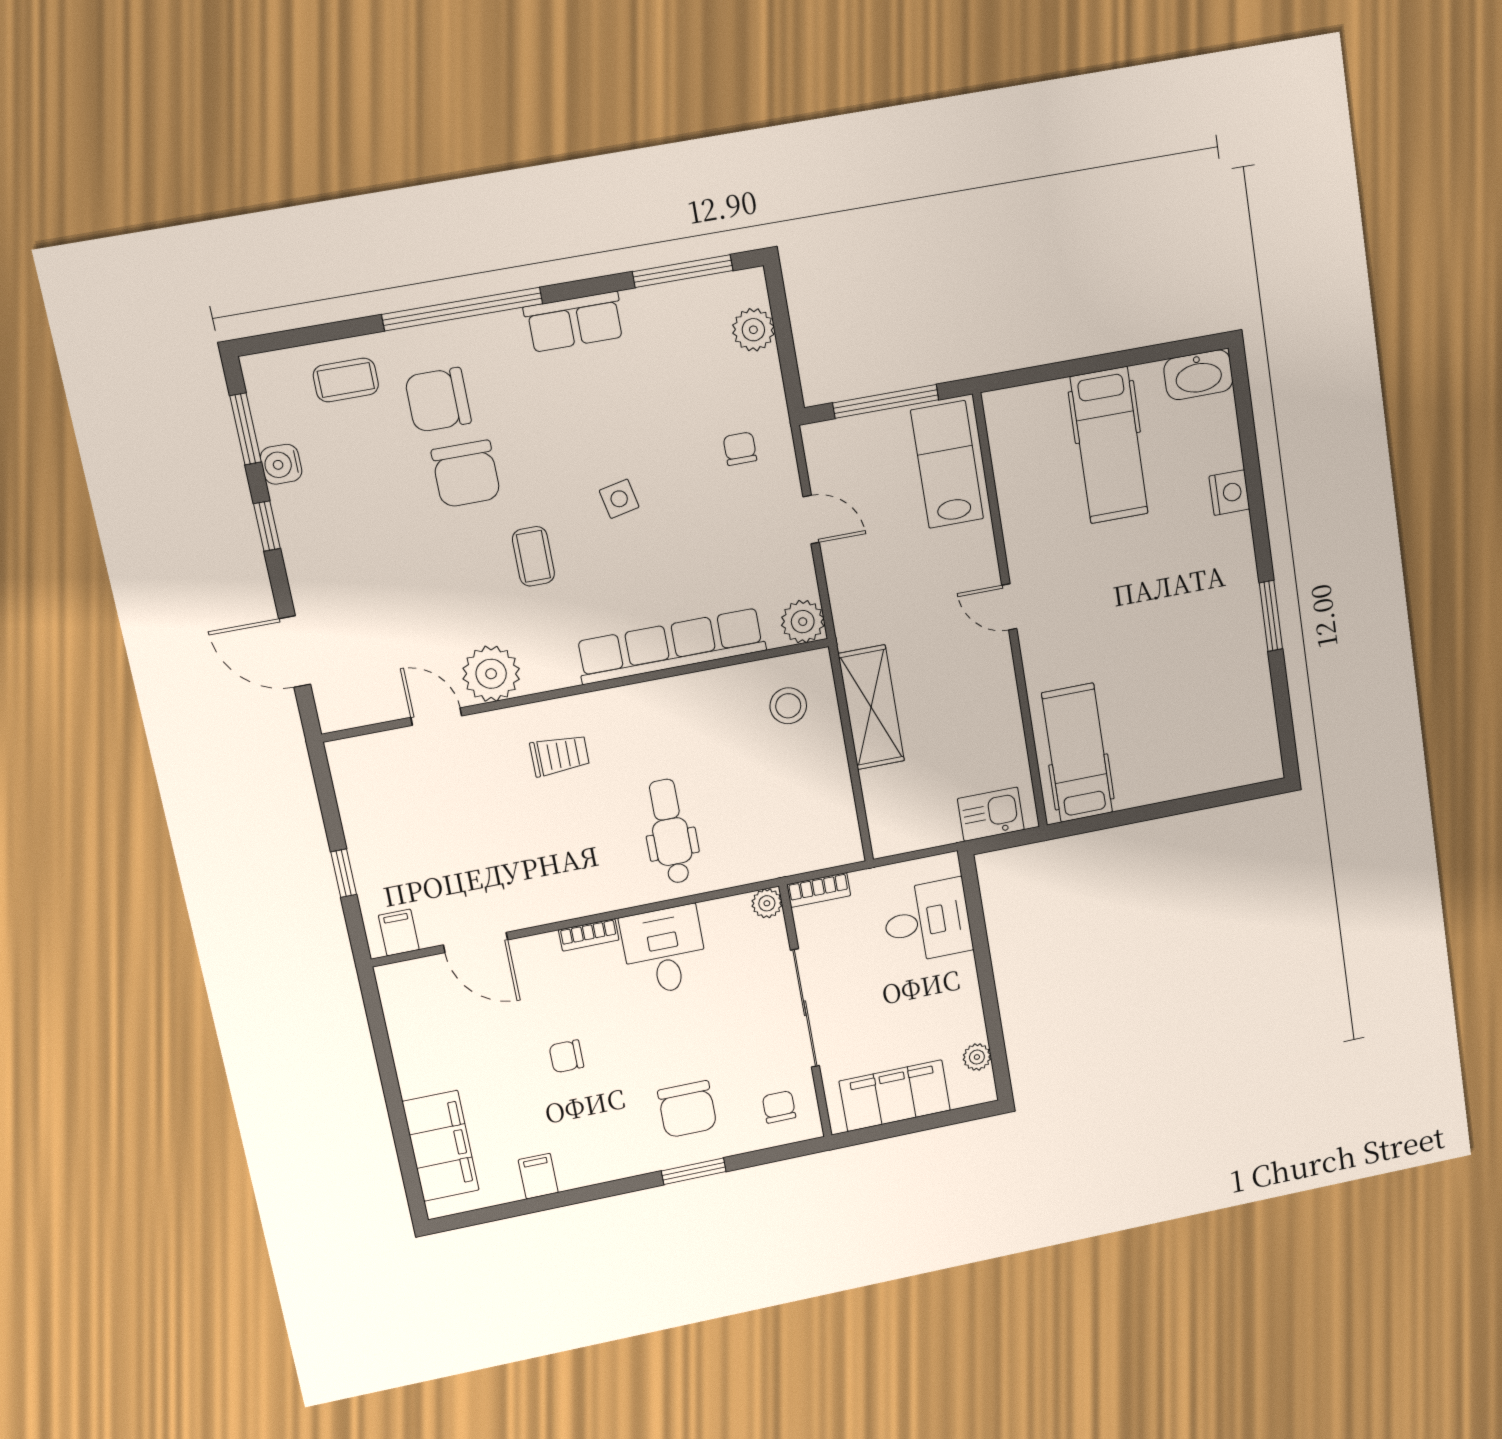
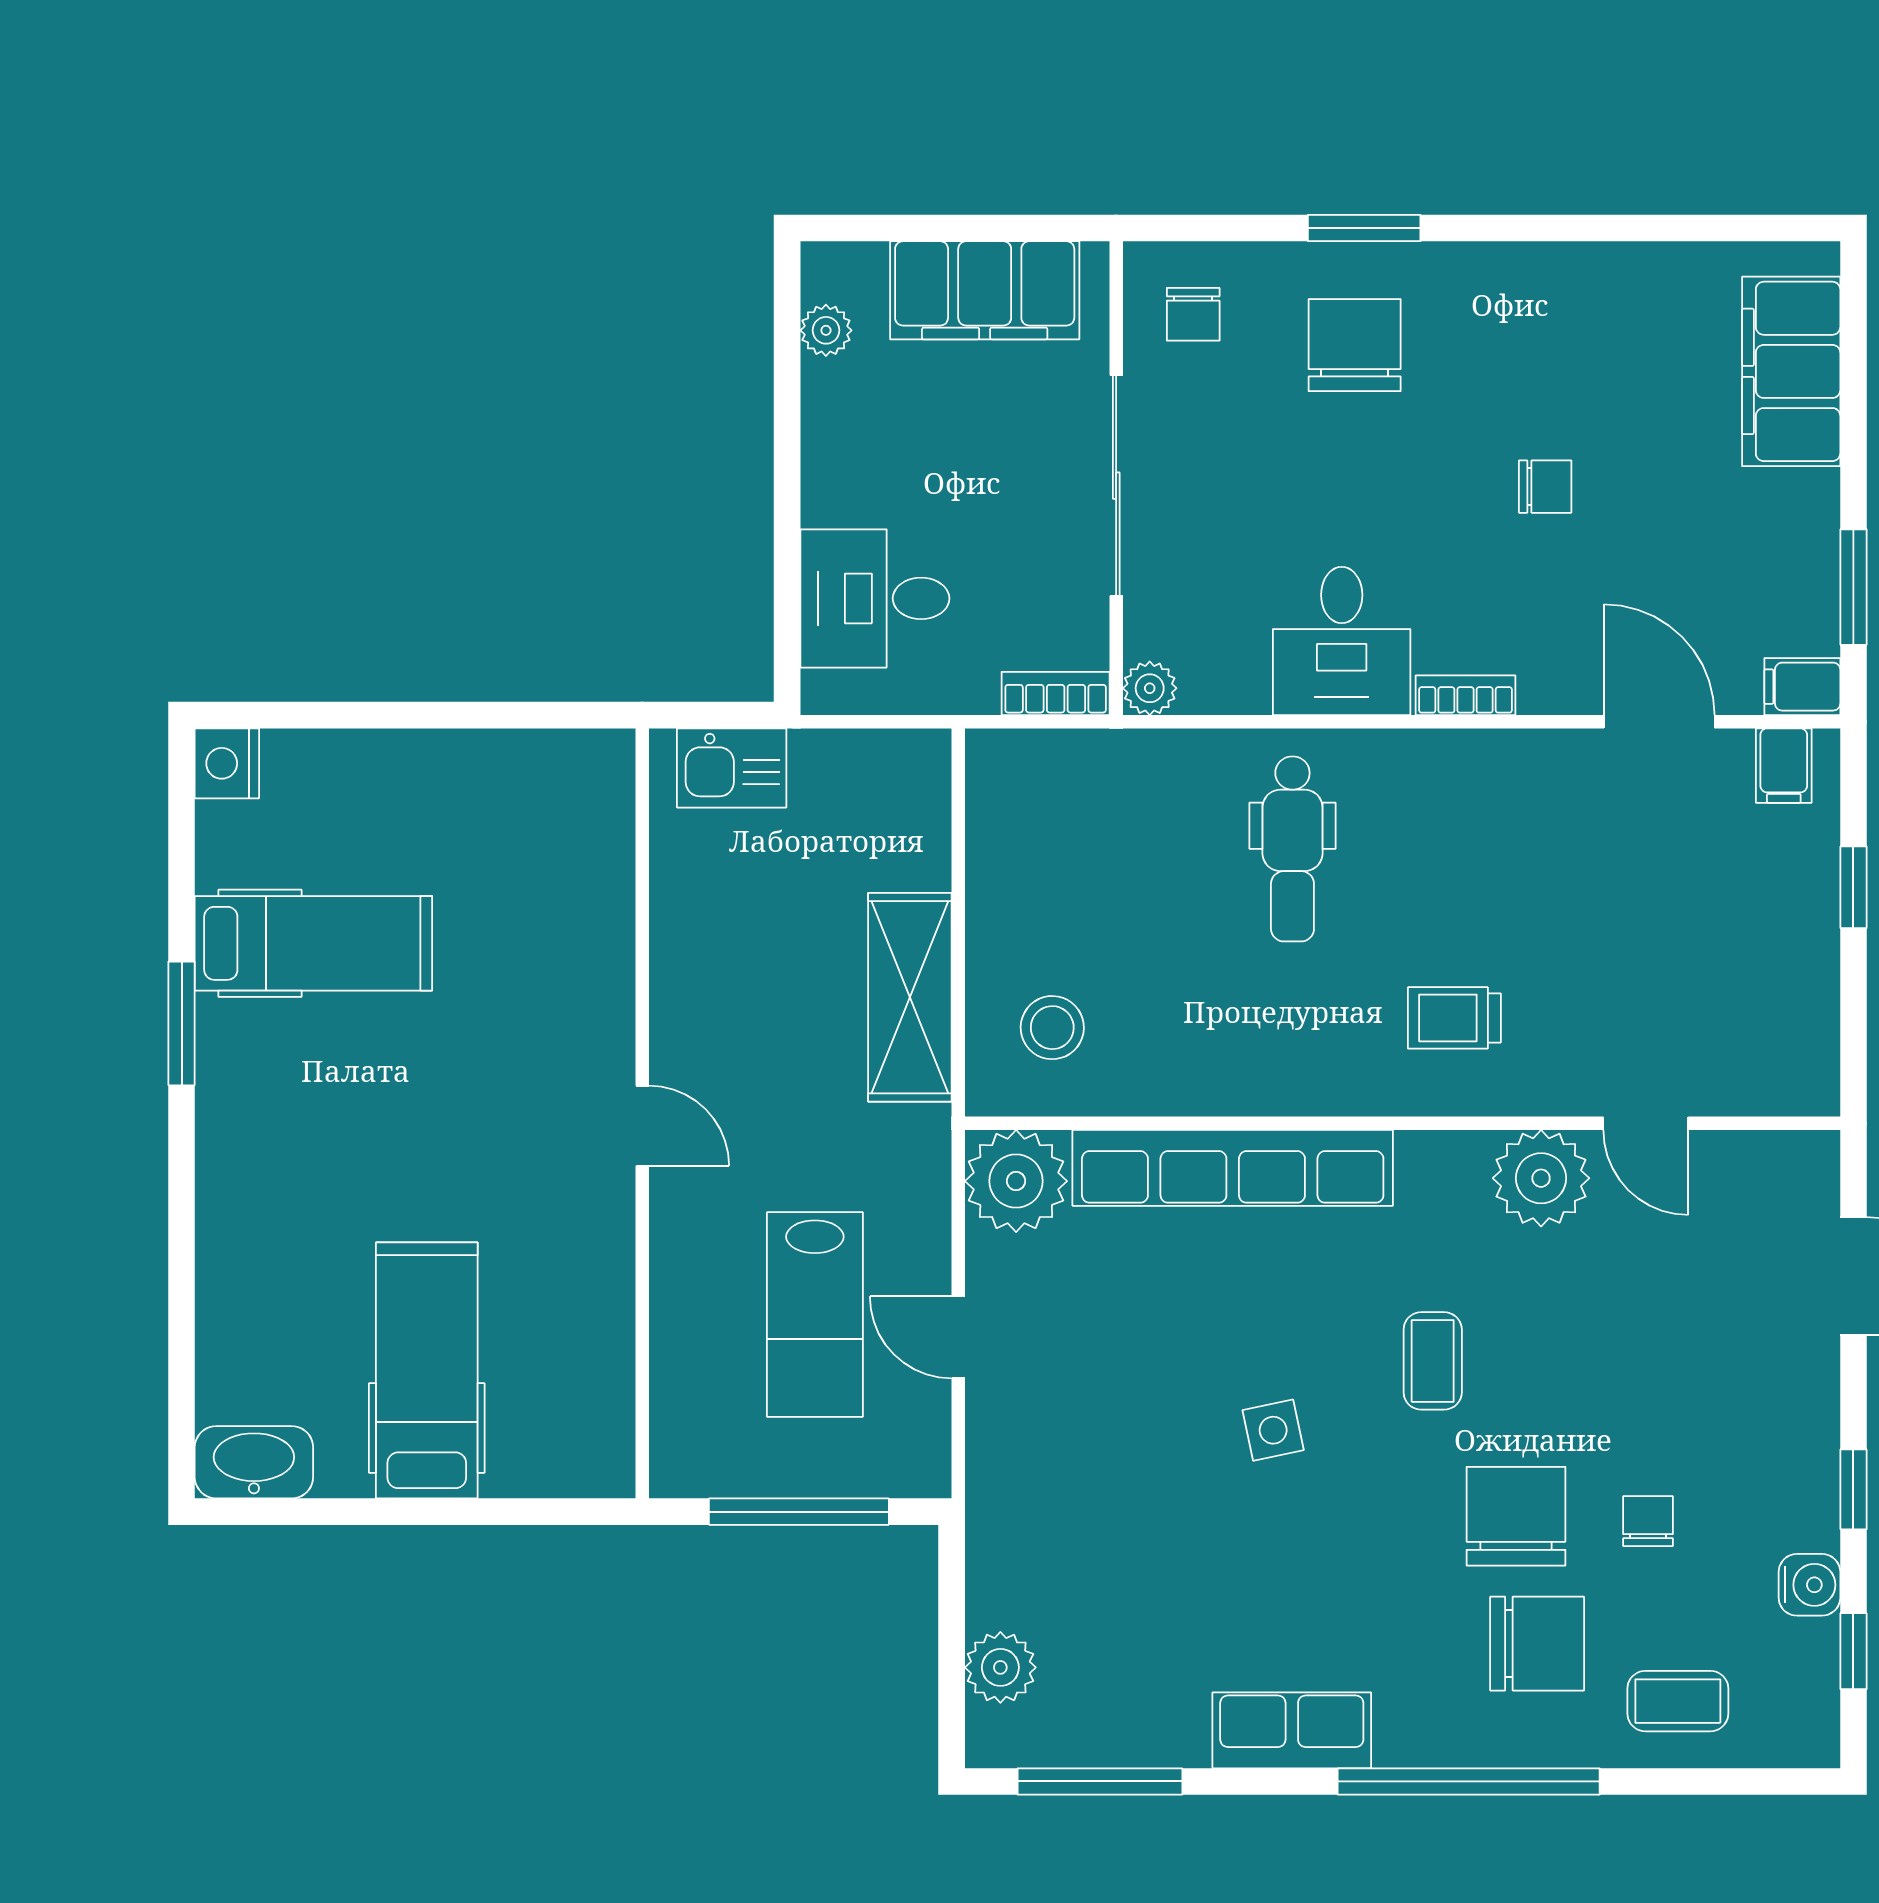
window: (245, 429) -> (1853, 1651), width x0.67
chair: (740, 449) -> (1648, 1521), moved, turned 180
lab bench: (947, 465) -> (815, 1315), moved
nightstand: (1229, 493) -> (227, 763), moved
plant: (803, 622) -> (1016, 1181), width x1.36, depth x1.36
hospital bed: (1077, 753) -> (313, 943), moved, turned -90
window: (380, 1038) -> (1853, 587), added
filing cabinet: (538, 1176) -> (1802, 687), moved, turned 90

